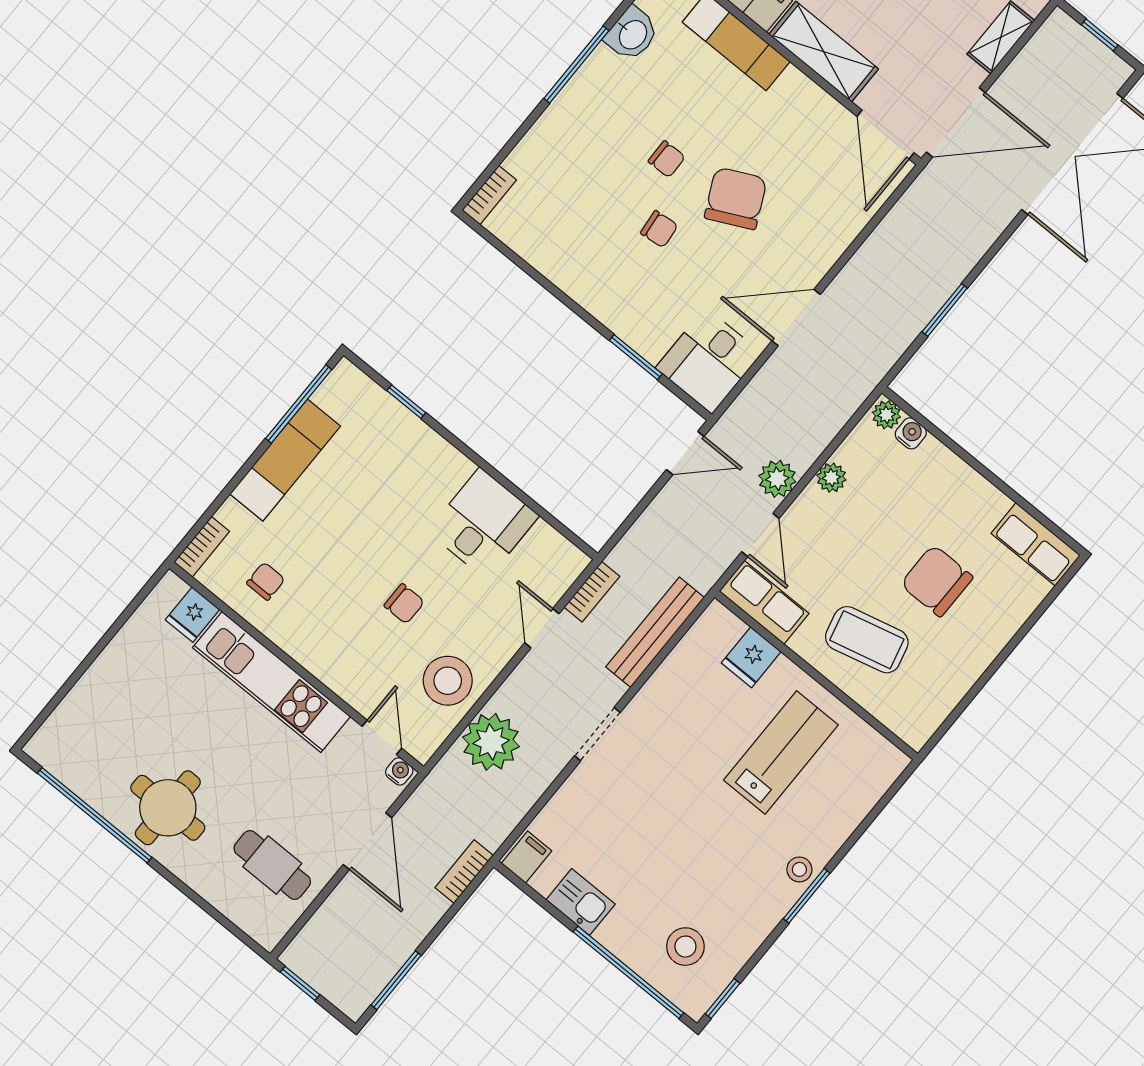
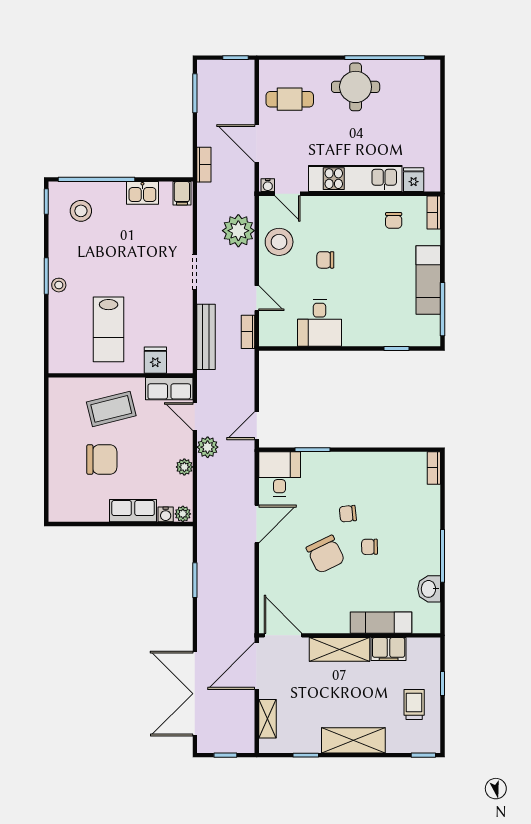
row of seats: (1036, 544) -> (133, 511), moved

